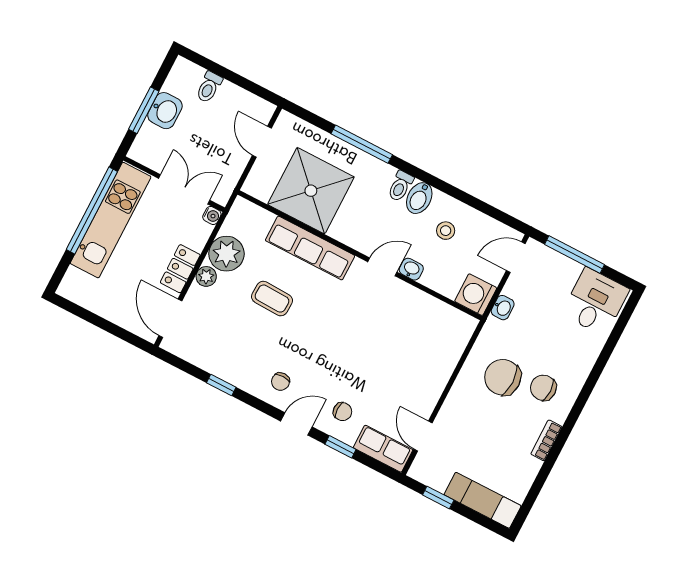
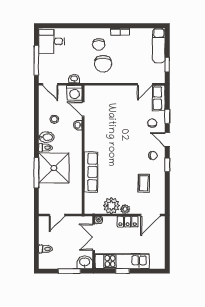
washbasin: (165, 111) -> (85, 262), moved
shower: (311, 191) -> (54, 168), moved
window: (92, 210) -> (122, 271), width x0.32
door: (382, 267) -> (83, 109), moved
coffee table: (272, 299) -> (144, 183), moved
window: (221, 385) -> (167, 165), moved

